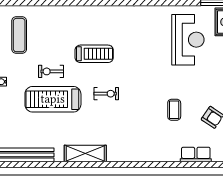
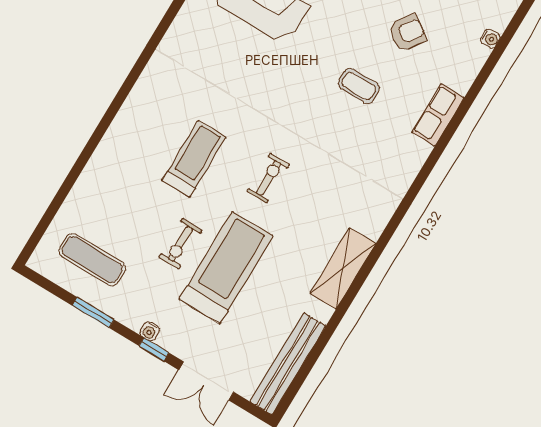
treadmill: (53, 99) -> (226, 268), turned 180
row of seats: (196, 154) -> (438, 115), moved

